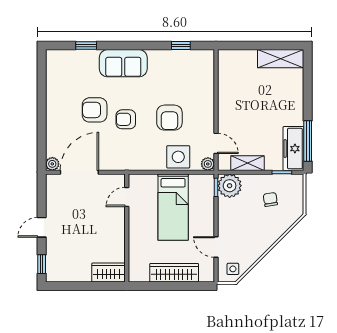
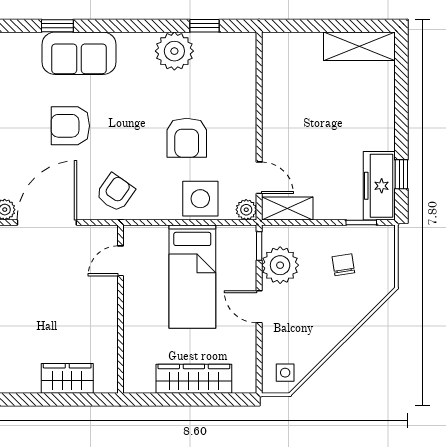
plant: (162, 62) -> (174, 51), added
sofa: (123, 63) -> (79, 53), moved
armchair: (126, 119) -> (115, 193), moved, turned 125
window: (308, 141) -> (401, 174), width x0.46
shelving: (248, 163) -> (287, 208), moved
plant: (230, 186) -> (280, 265), moved
door: (216, 247) -> (259, 307), moved
wardrobe: (109, 273) -> (67, 378), moved

